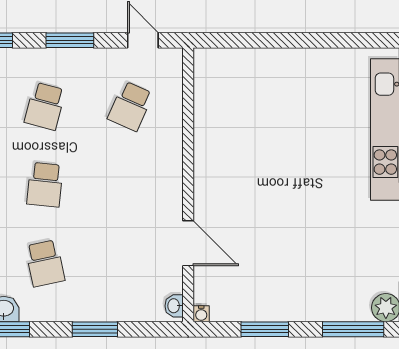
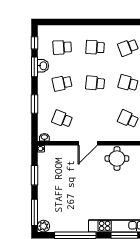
round table: (225, 133) -> (117, 159), added
door: (188, 243) -> (88, 143), moved
school desk: (130, 263) -> (62, 119), added

